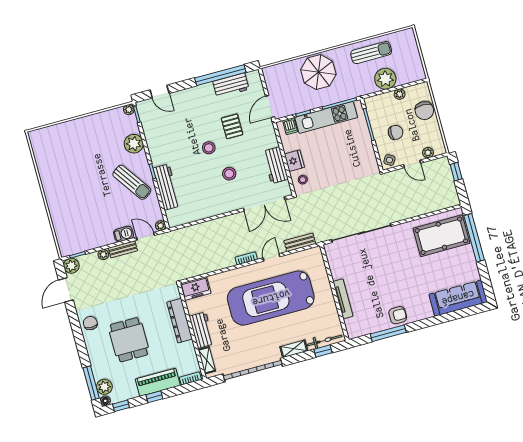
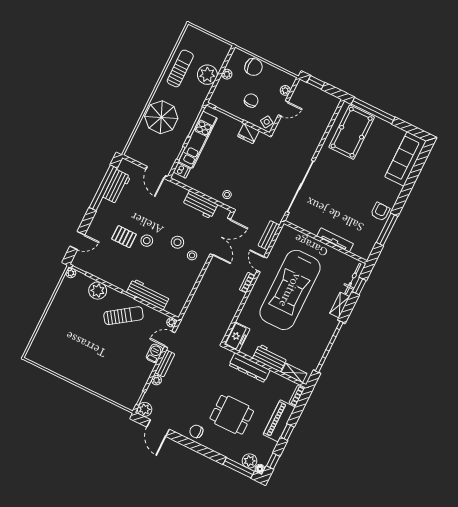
pallet: (232, 126) -> (124, 237), moved
fridge: (294, 161) -> (248, 134), moved, turned 180
stool: (229, 195) -> (192, 255), added

